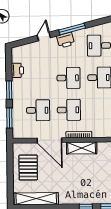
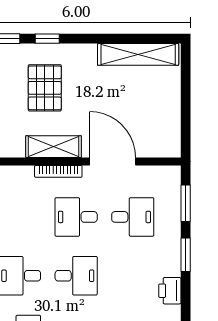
desk: (68, 78) -> (76, 276), turned 180
desk: (38, 110) -> (133, 217), turned 180
pallet: (28, 167) -> (45, 88), moved

